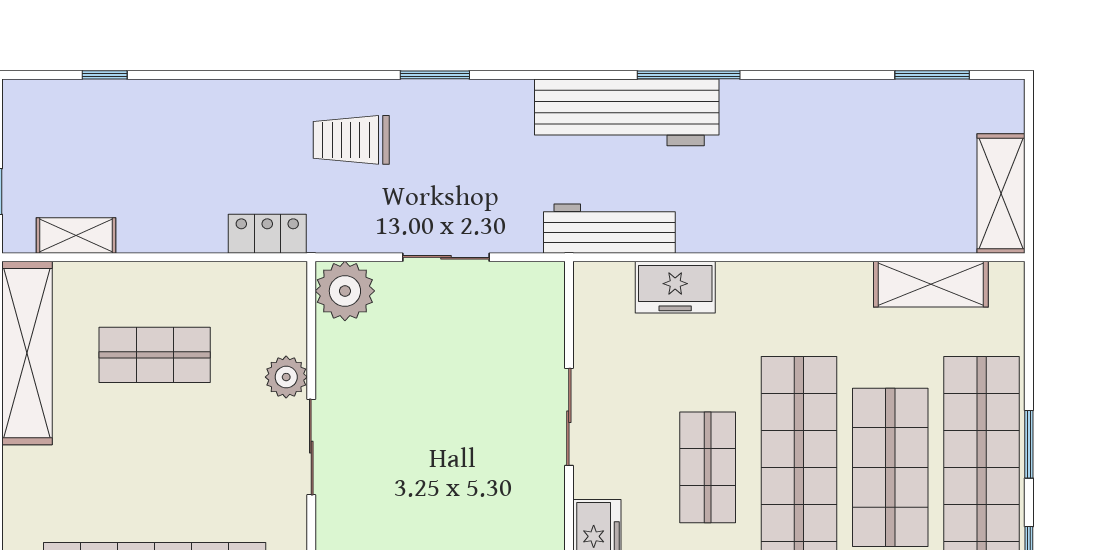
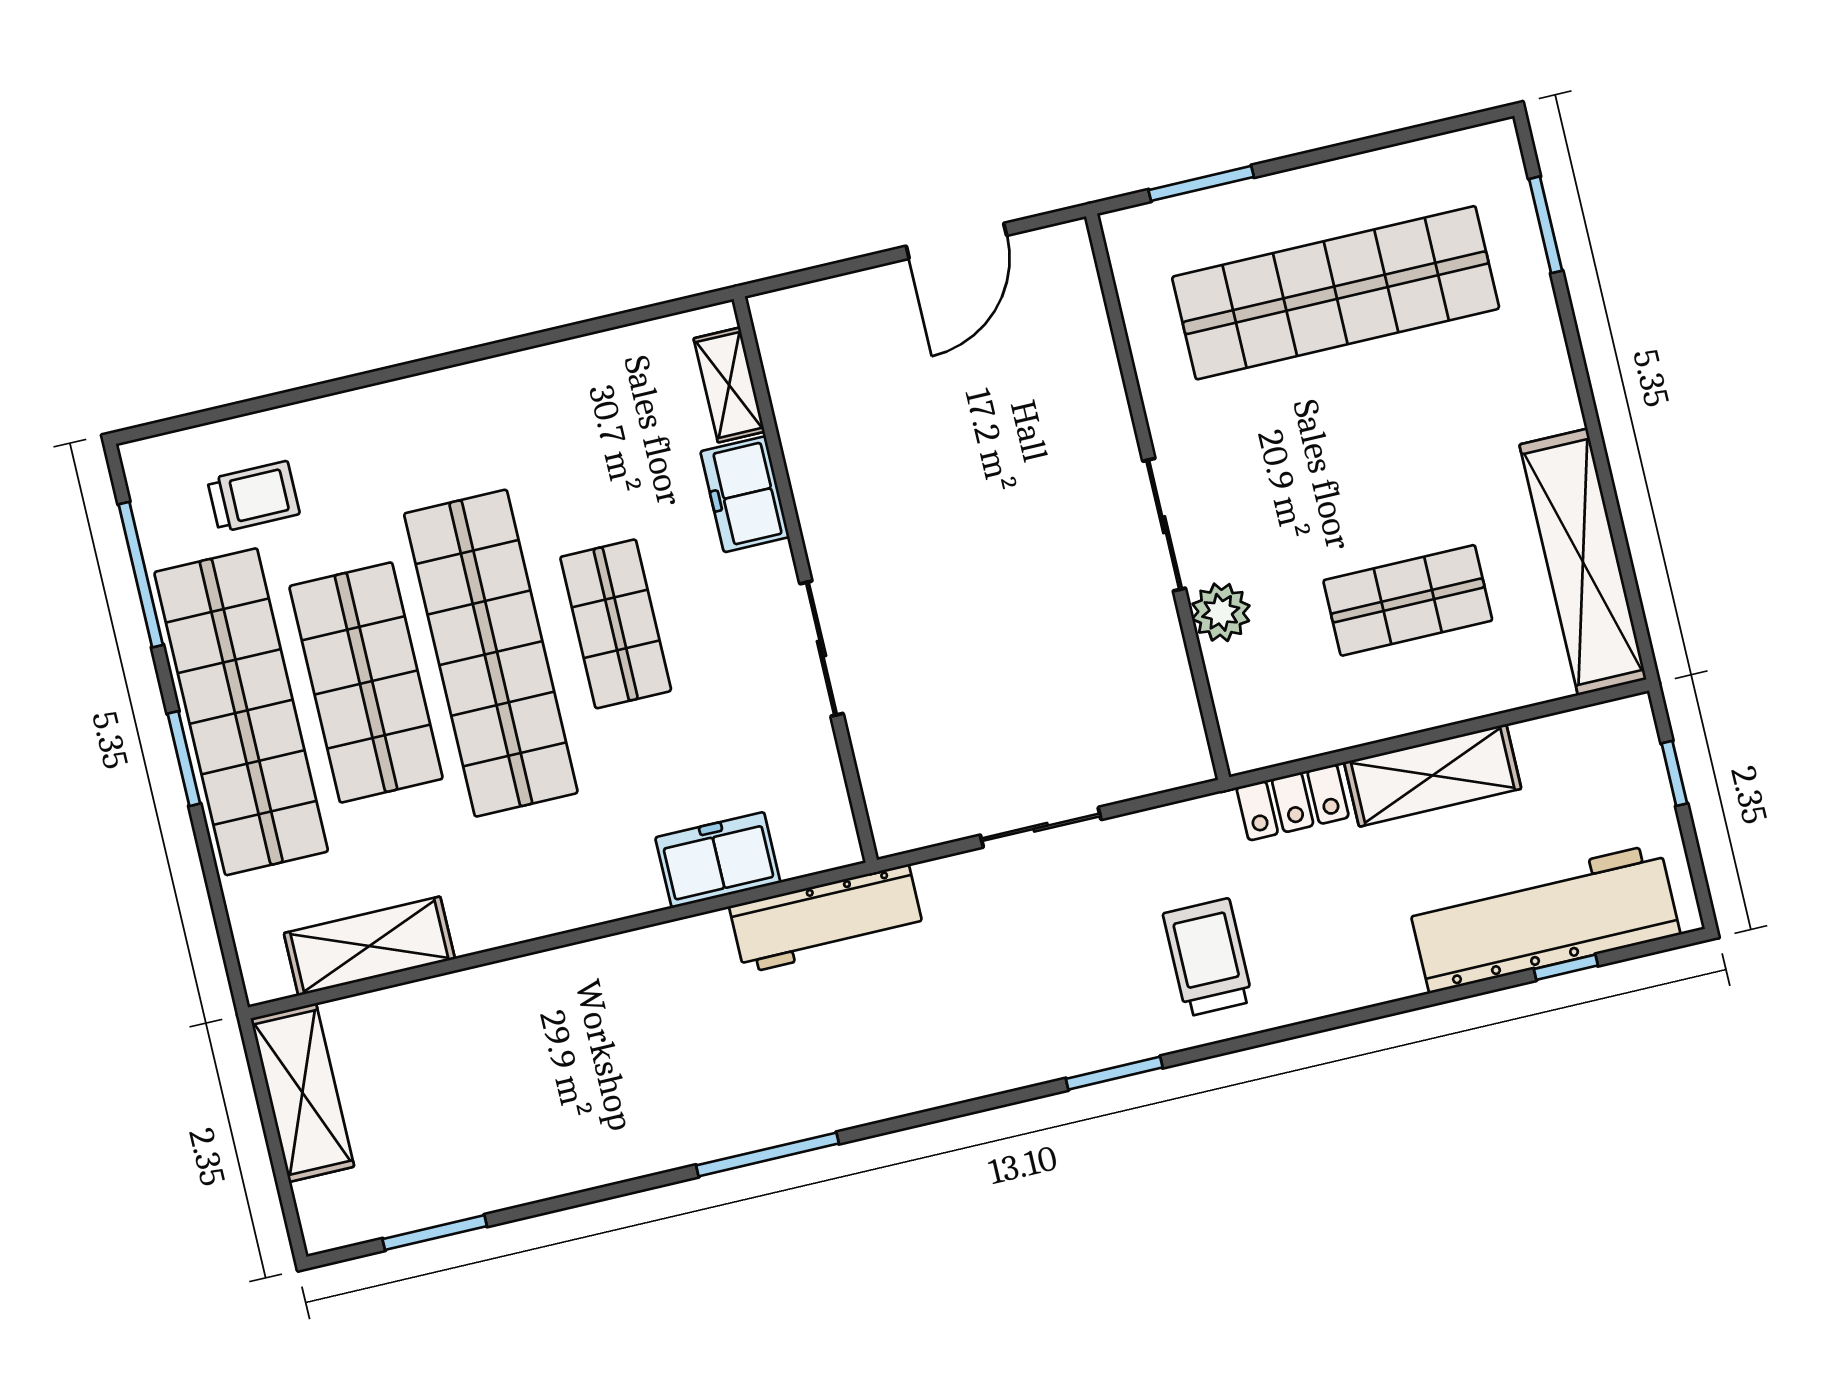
workbench: (627, 112) -> (1544, 918), moved
trolley: (351, 140) -> (1208, 957), turned -90
shelving: (76, 235) -> (1433, 775), moved, width x1.50, depth x1.33
plant: (345, 291) -> (1168, 749), removed

